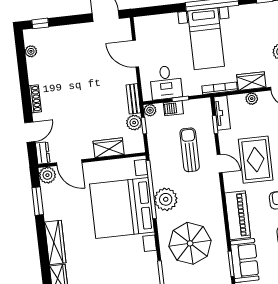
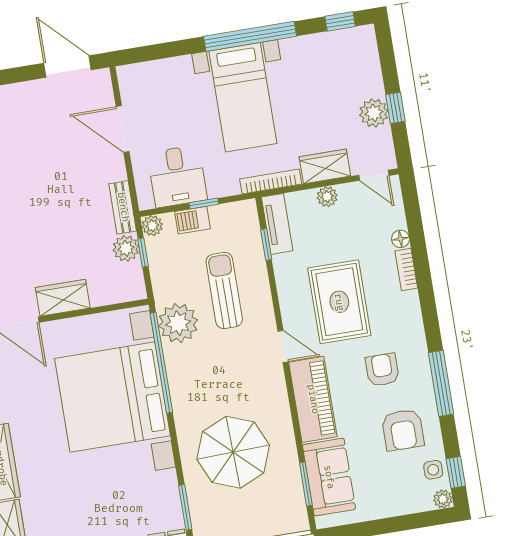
wardrobe: (109, 148) -> (63, 298), moved
door: (220, 164) -> (283, 347), moved
plant: (166, 199) -> (178, 323), moved

